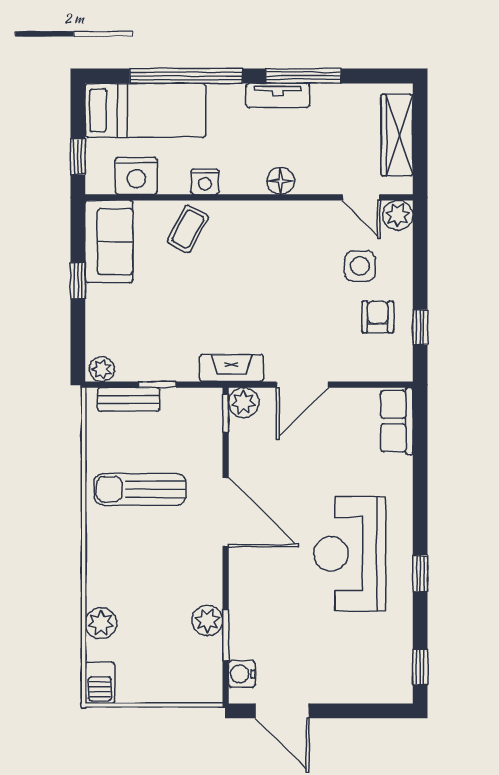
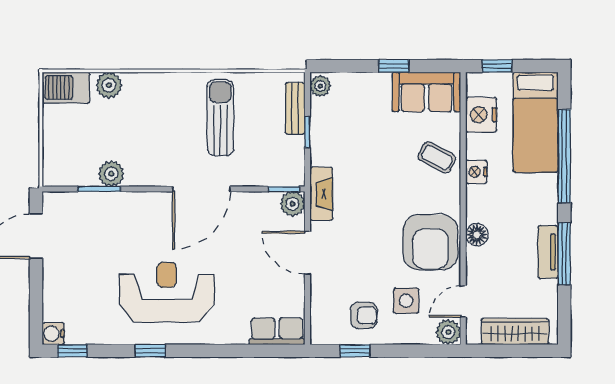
tv unit: (278, 95) -> (548, 252), moved
armchair: (290, 237) -> (430, 242), added
water cooler: (242, 674) -> (53, 334), moved, turned -90
barbecue: (100, 683) -> (66, 88), width x1.38, depth x1.27

